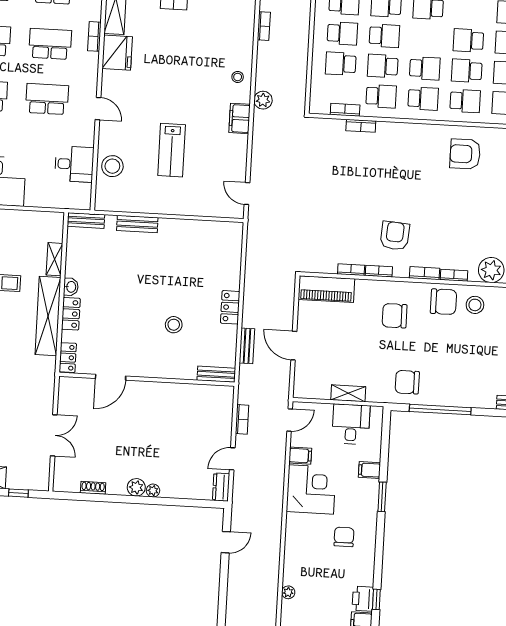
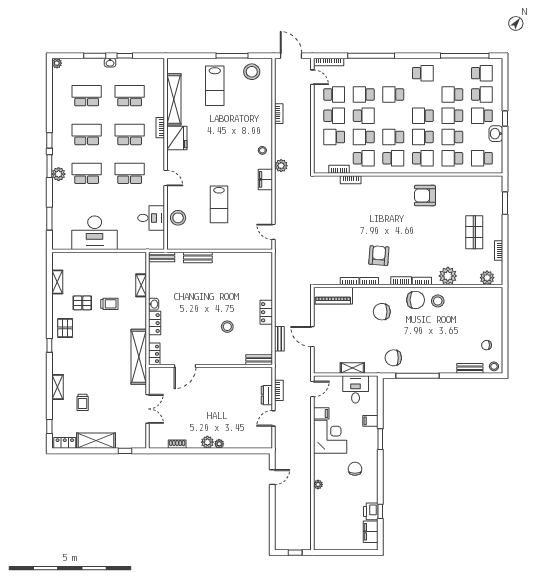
school desk: (425, 68) -> (393, 137), turned 180
shelving: (48, 316) -> (139, 357), moved
dresser: (221, 487) -> (267, 395), moved
plant: (288, 592) -> (318, 484), moved

